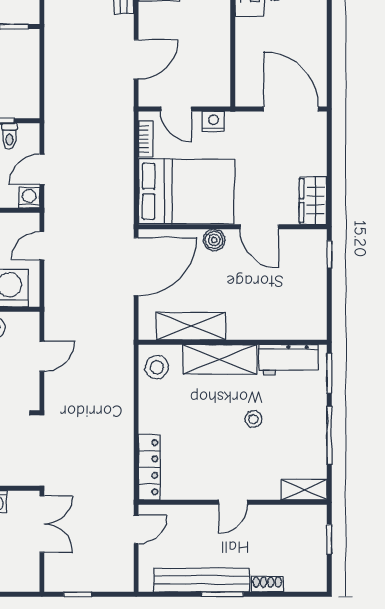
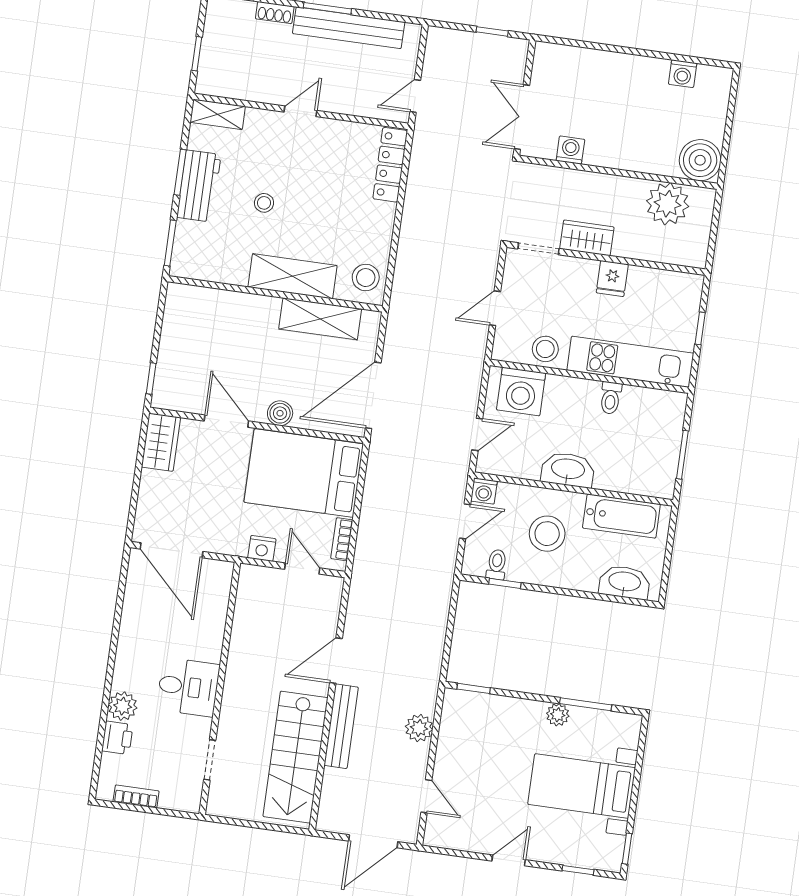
door: (136, 59) -> (336, 661), moved
workbench: (289, 360) -> (199, 186), moved, turned 90
window: (329, 435) -> (180, 172), width x0.69

